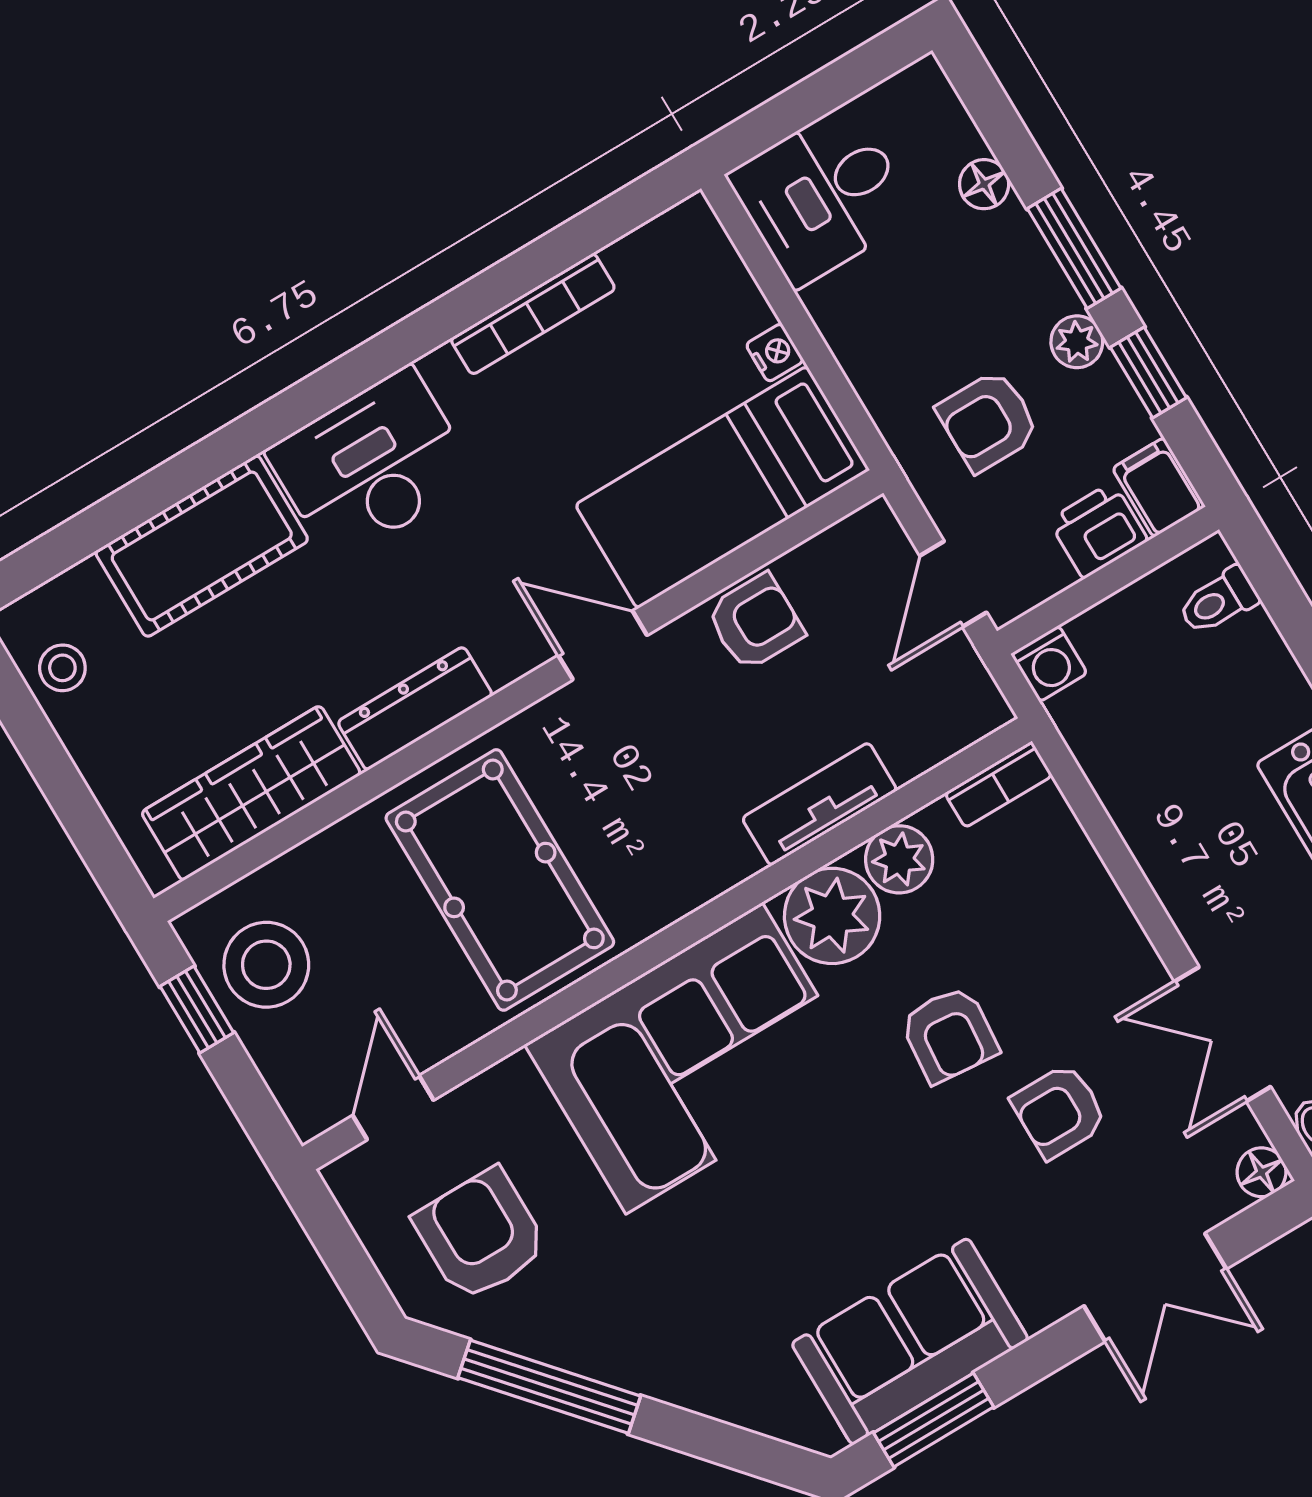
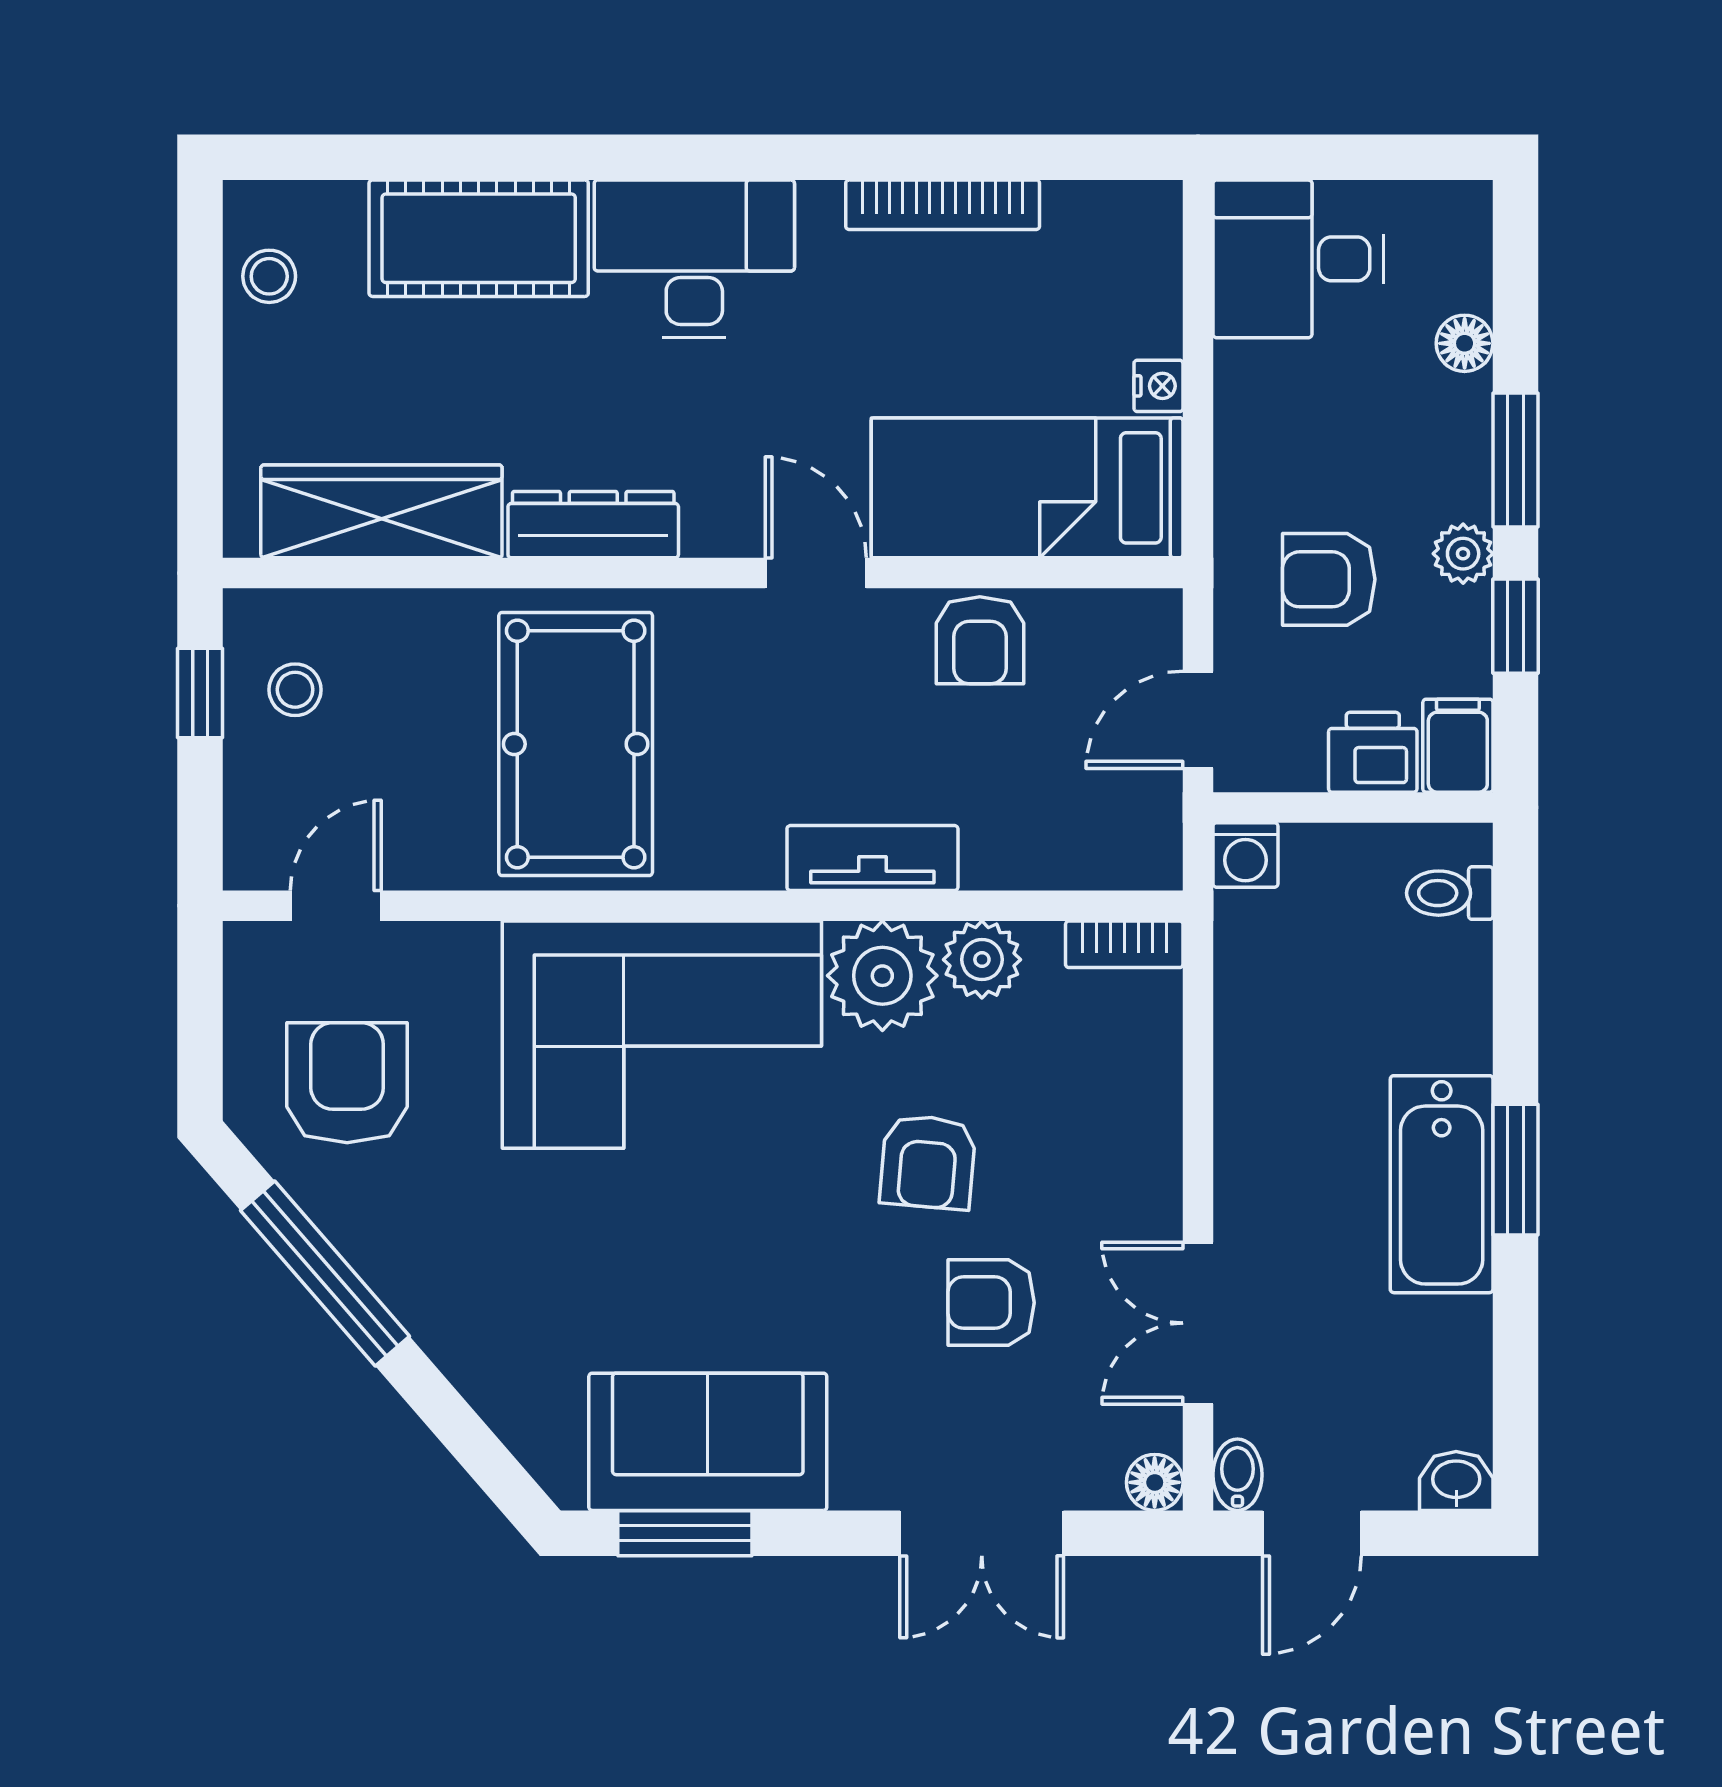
armchair: (755, 622) -> (980, 640), turned 90
tv unit: (820, 804) -> (872, 858), moved
stool: (266, 965) -> (295, 690), width x0.53, depth x0.53

